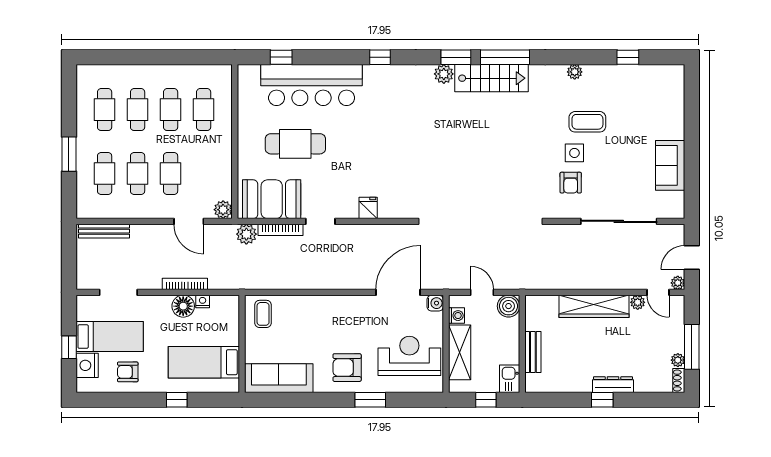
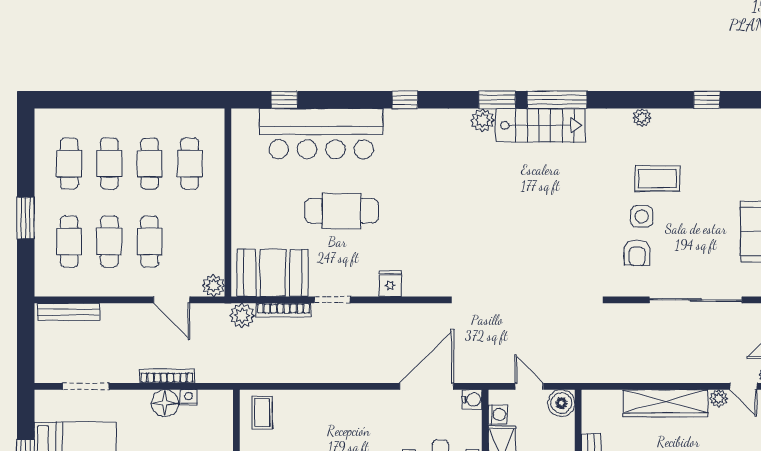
cafe table: (295, 144) -> (342, 211), moved

